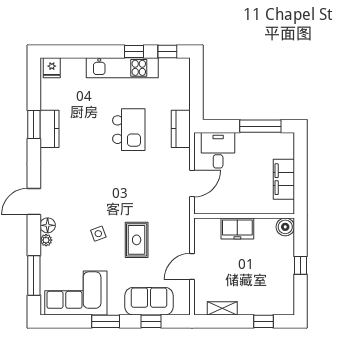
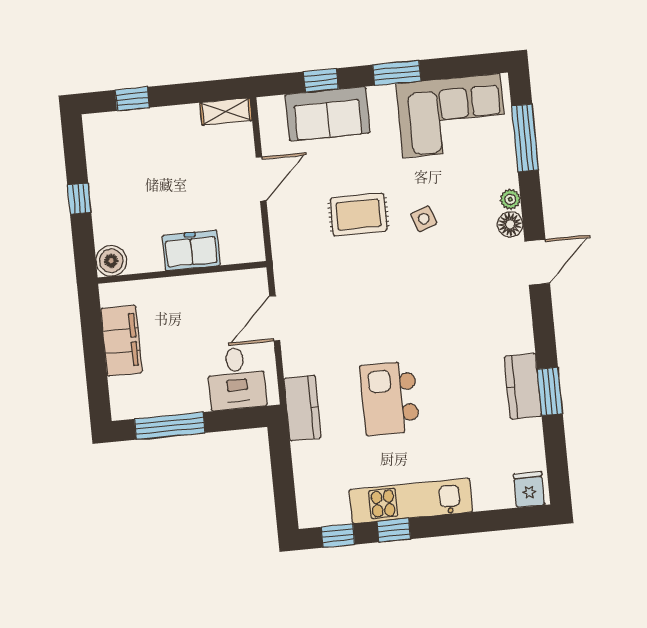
rug: (137, 240) -> (358, 215), turned 90
shelving: (222, 308) -> (226, 112), moved

